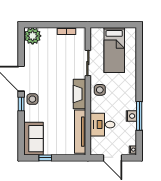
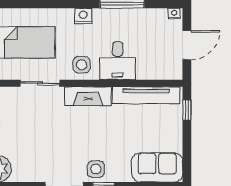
nightstand: (131, 116) -> (83, 16), moved
desk: (102, 125) -> (118, 61), moved
window: (45, 158) -> (187, 110), moved

